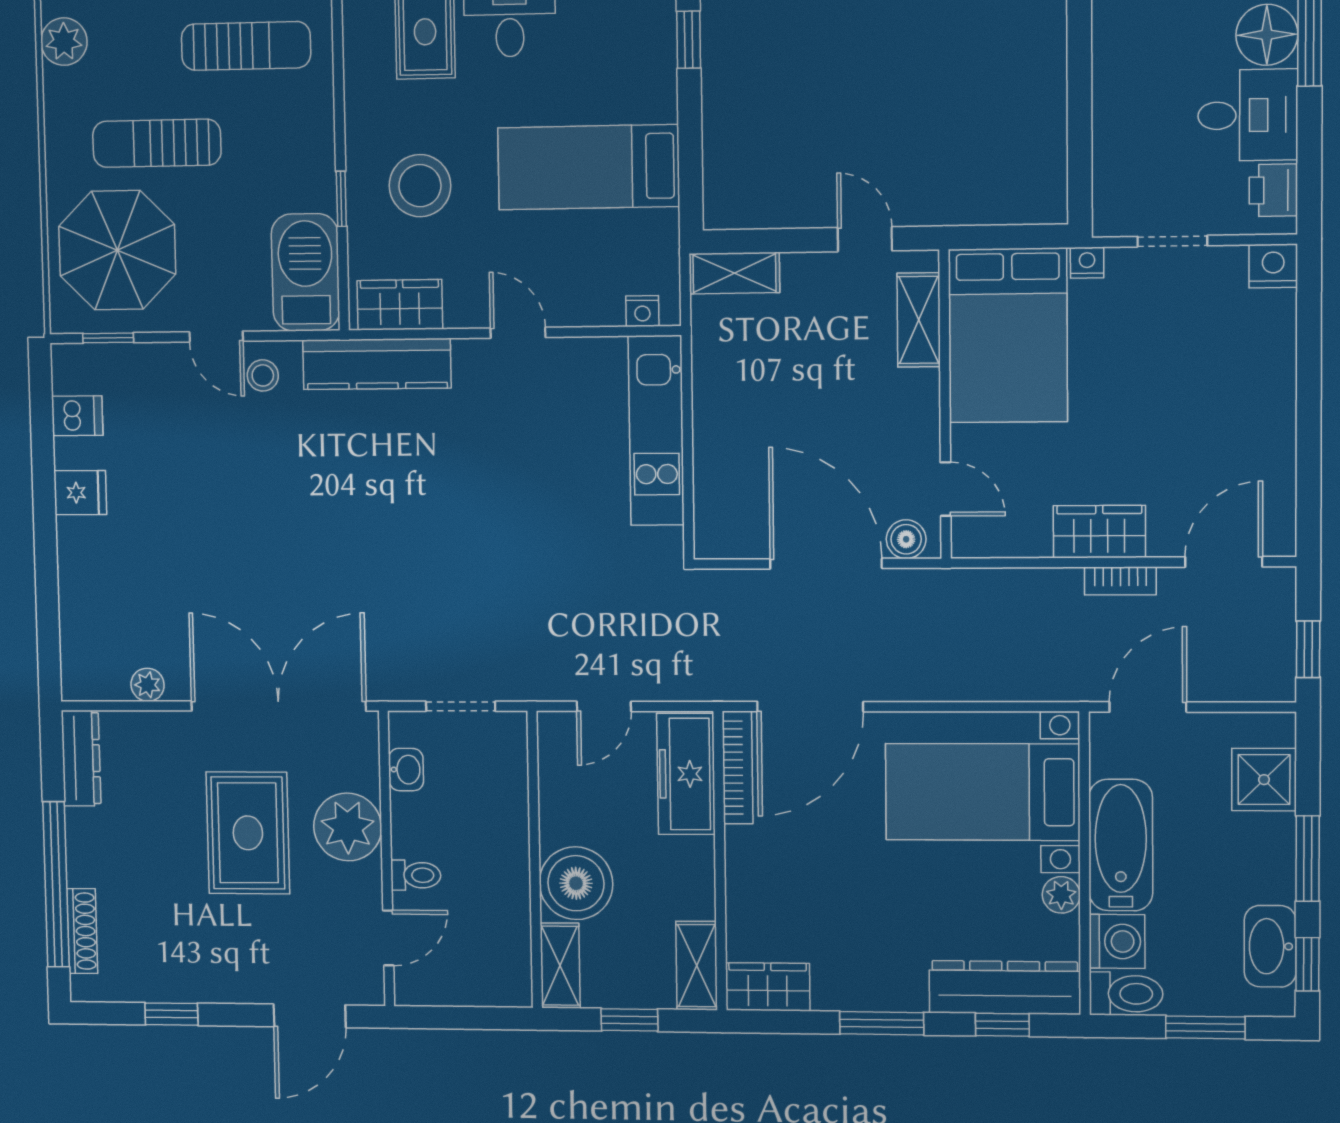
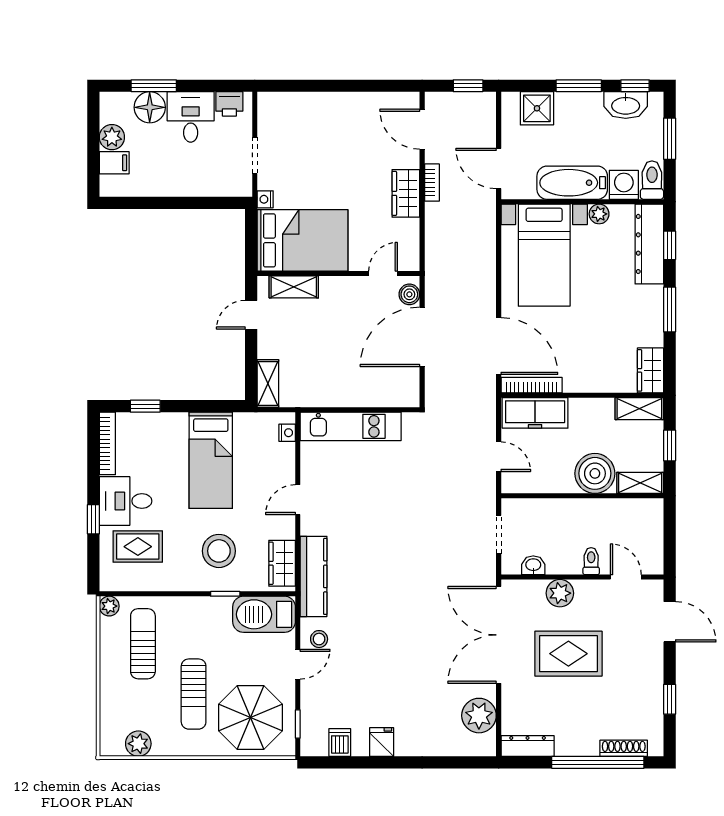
nightstand: (1273, 266) -> (268, 104), removed
plant: (148, 685) -> (479, 716), width x1.88, depth x1.88
plant: (348, 827) -> (560, 593), width x0.73, depth x0.73

